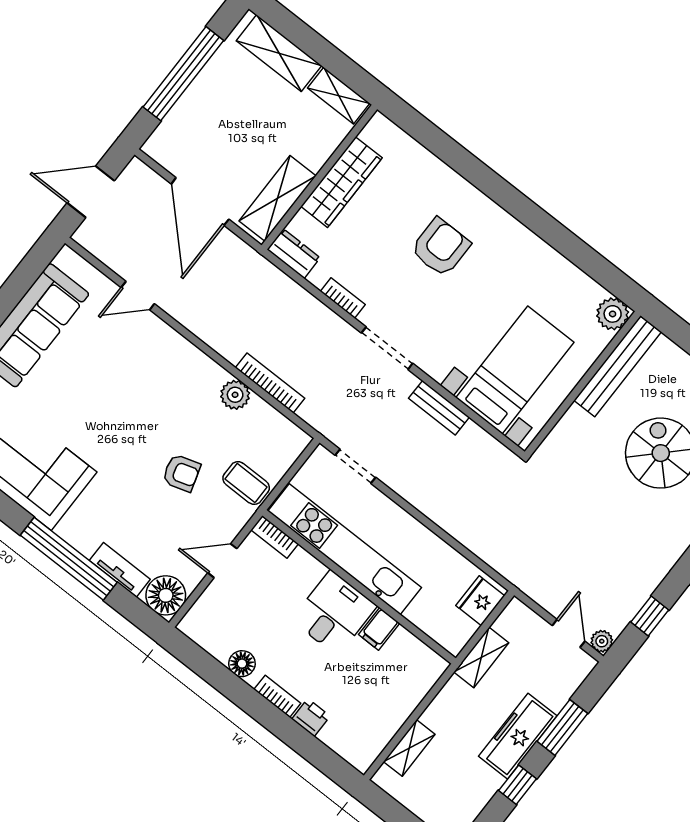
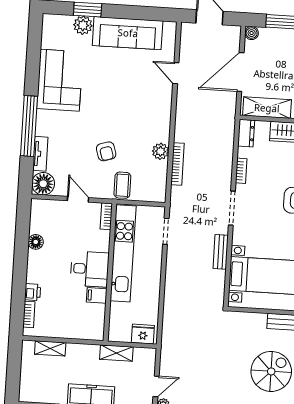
boiler: (155, 147) -> (252, 33), added
bookcase: (277, 696) -> (29, 314), moved

